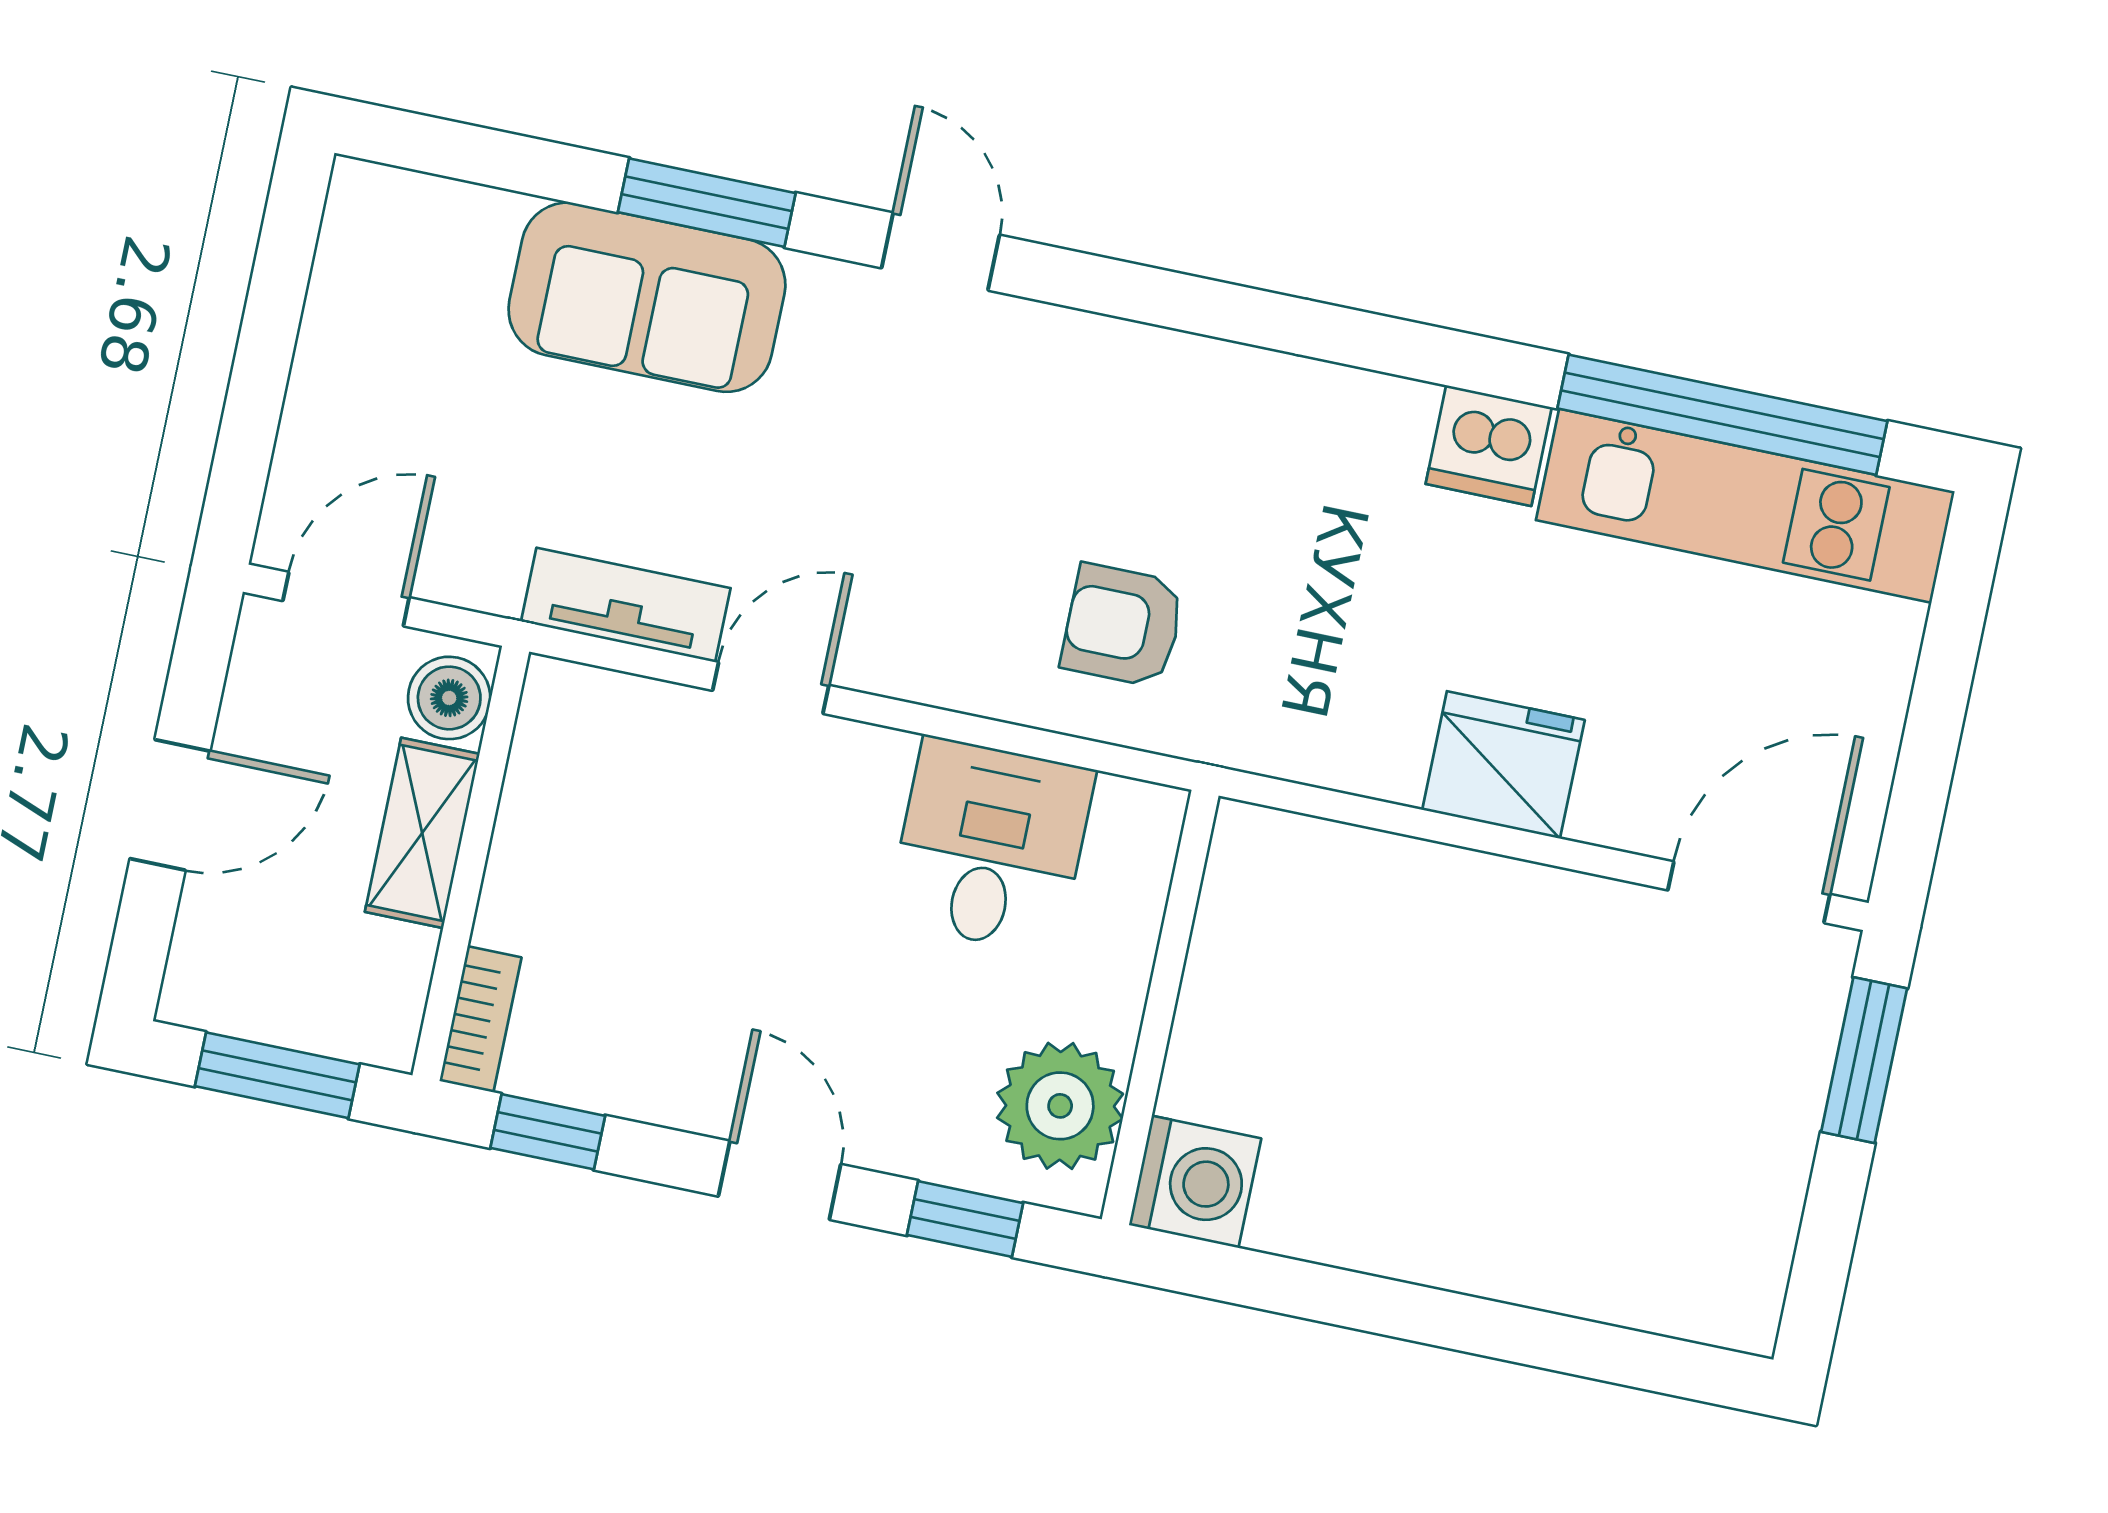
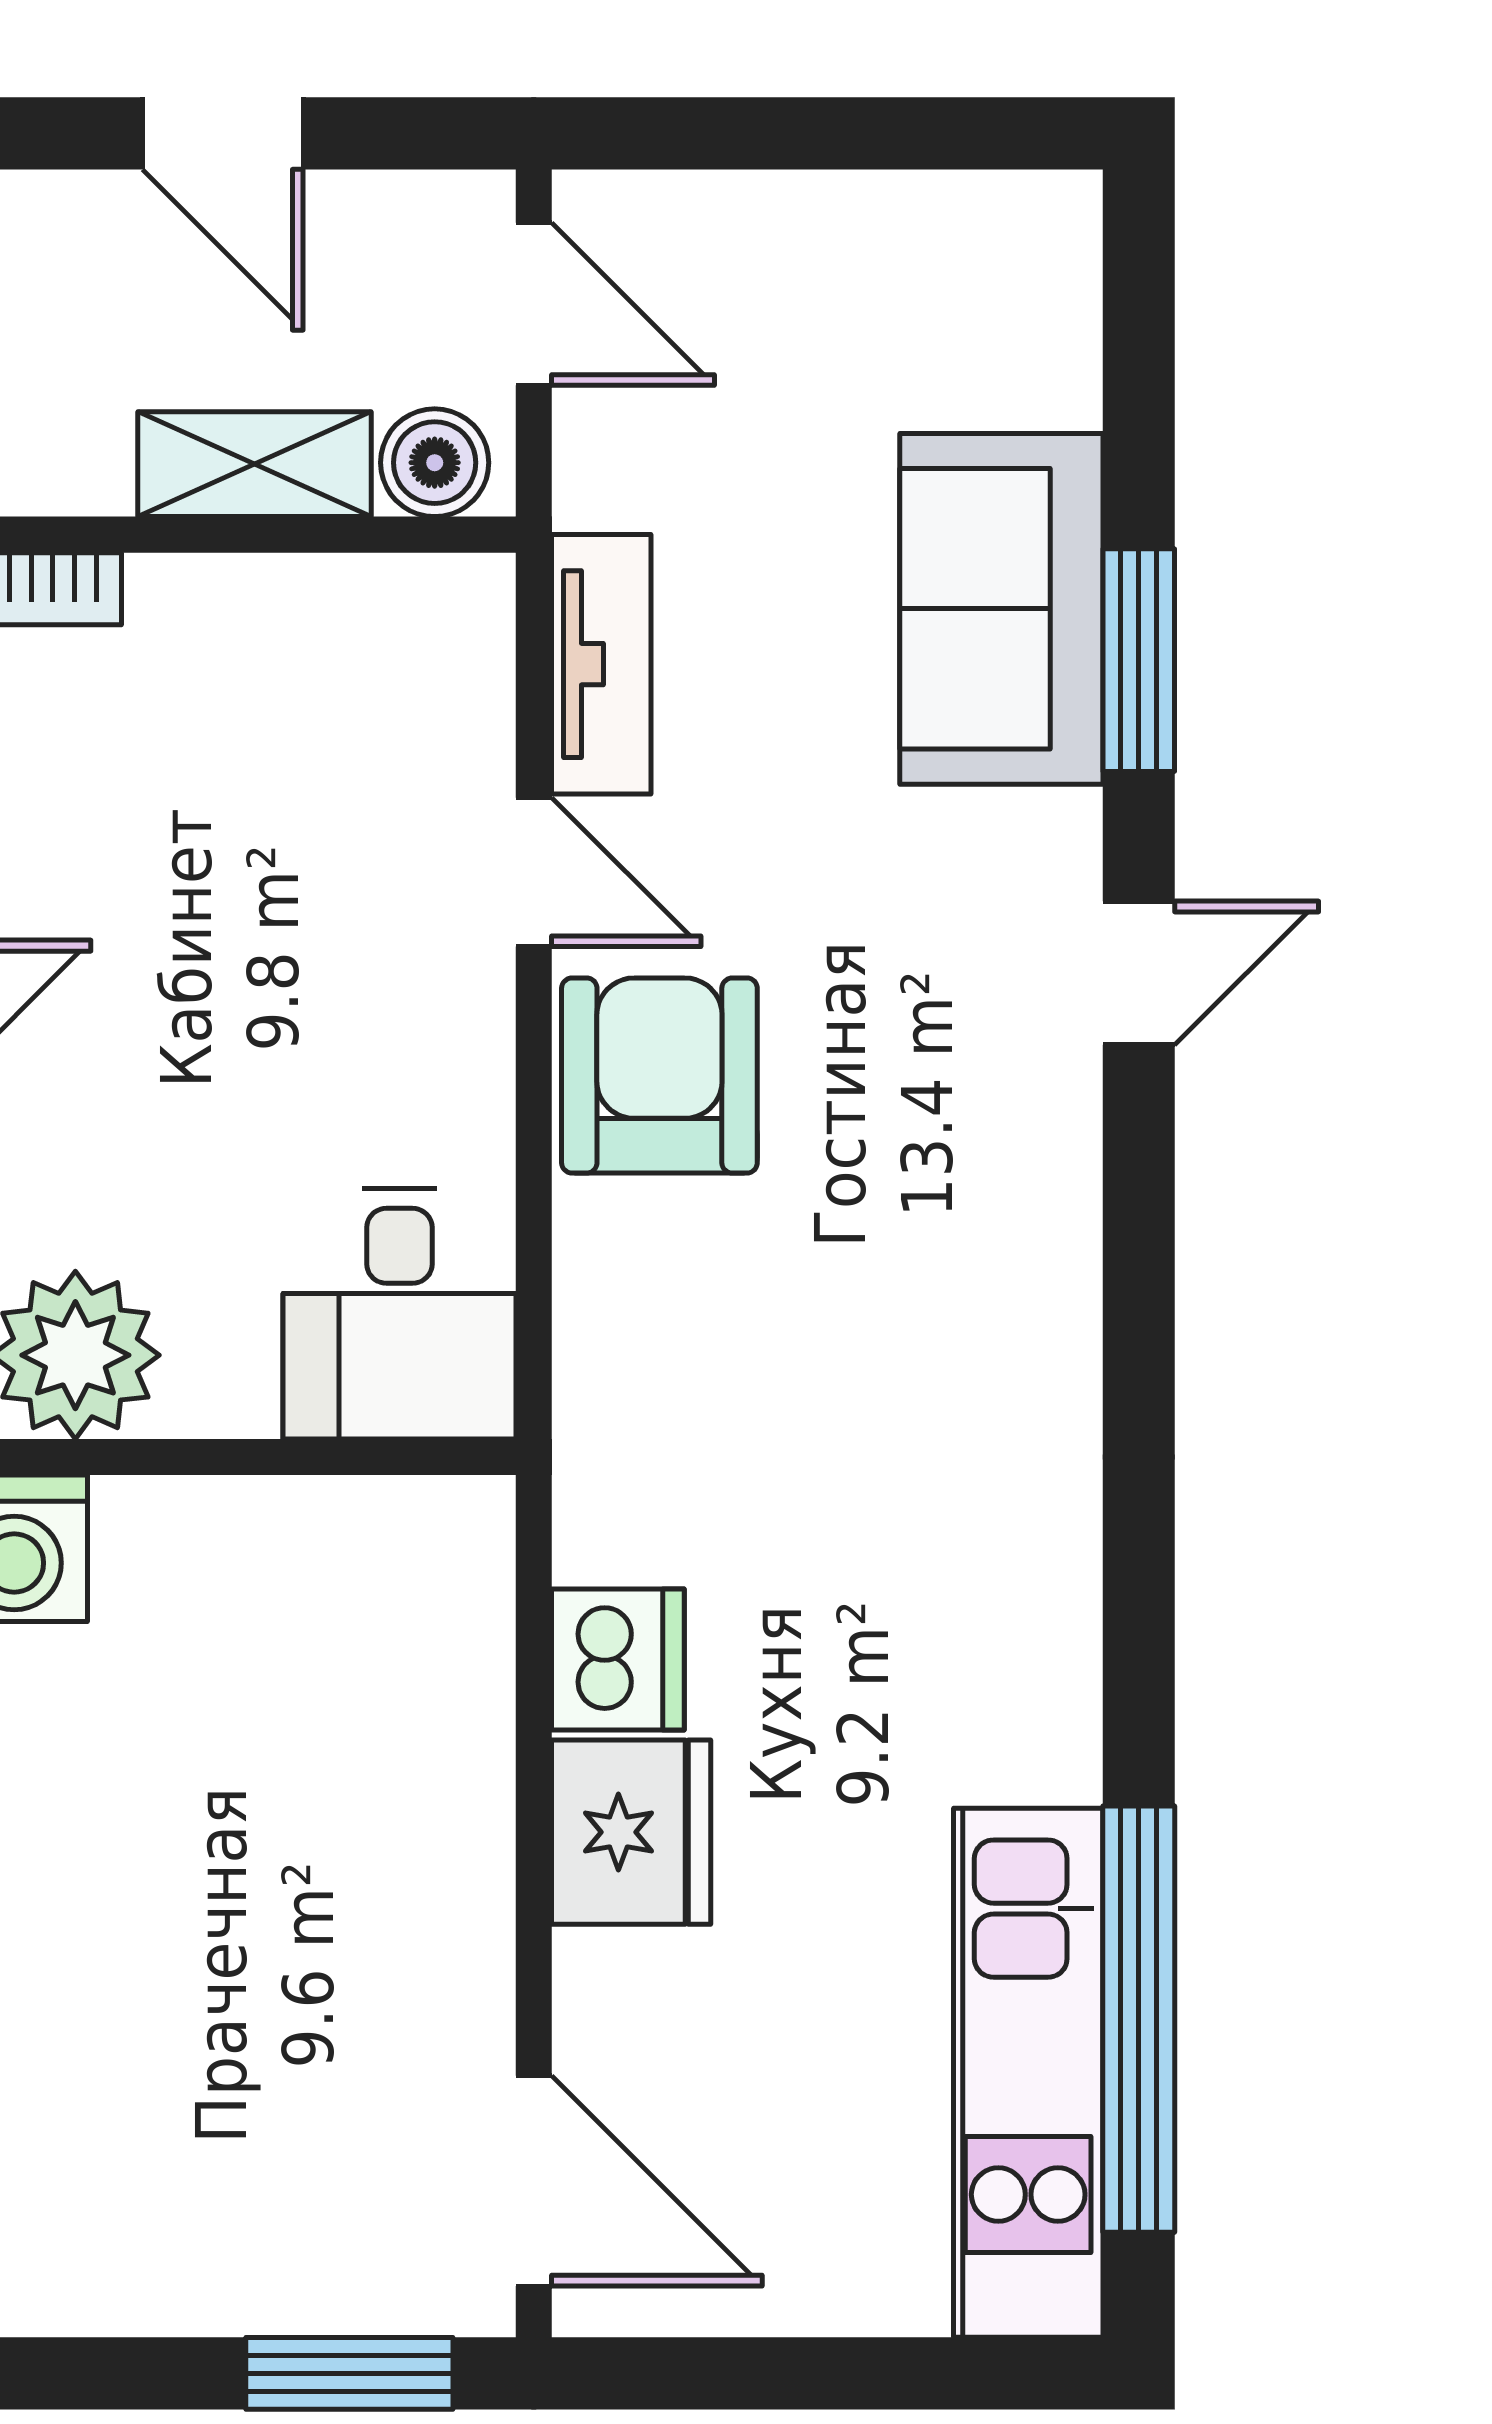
dishwasher: (1489, 446) -> (618, 1659), moved, turned 180
armchair: (1123, 625) -> (659, 1075), moved, width x1.38, depth x1.38
desk: (991, 846) -> (399, 1314), moved, turned 90

